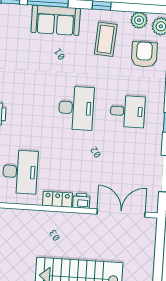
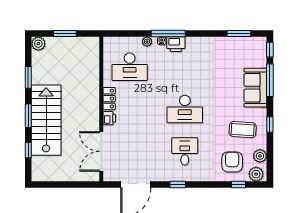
armchair: (144, 55) -> (232, 162), turned -90
desk: (128, 111) -> (185, 151), turned 180
double door: (121, 213) -> (101, 151), swing flipped

